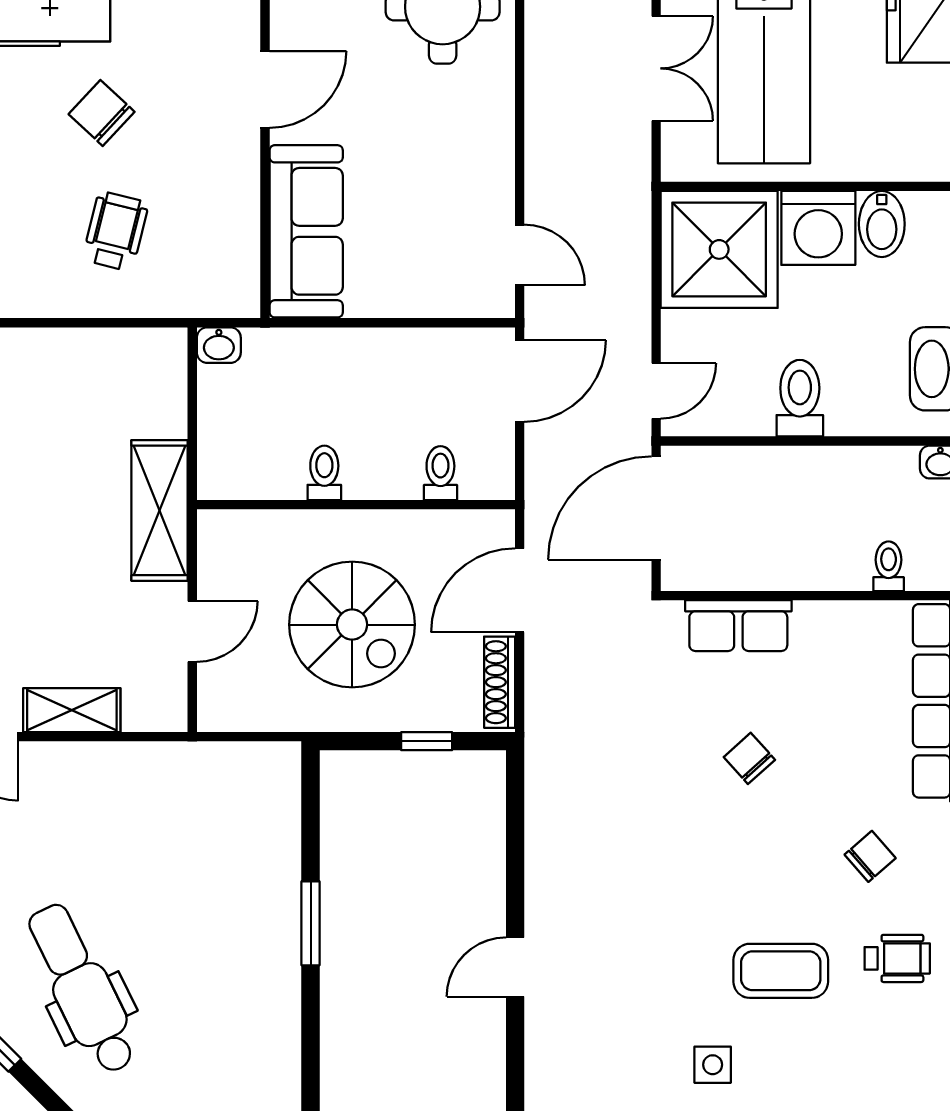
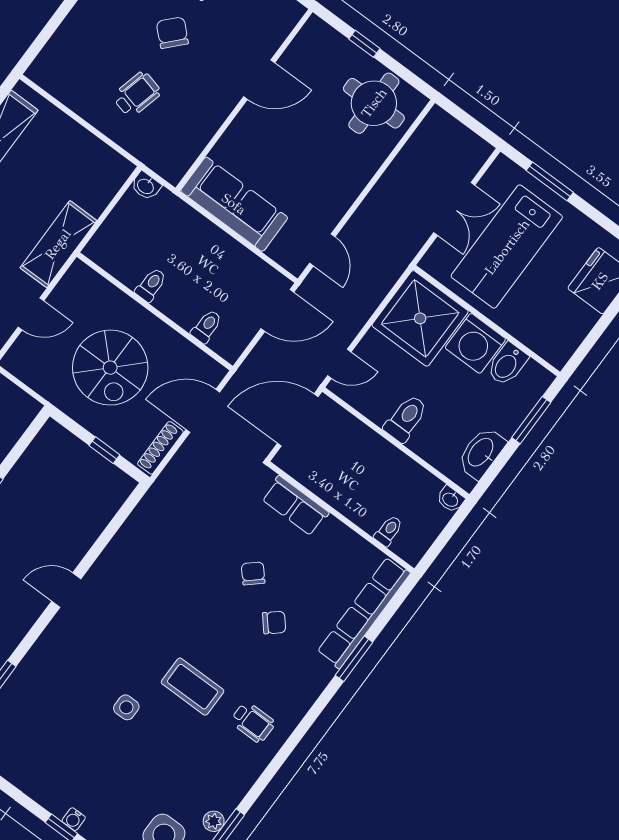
sofa: (306, 231) -> (234, 204), moved, turned -90
chair: (870, 856) -> (274, 623), moved

